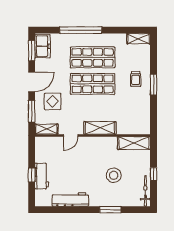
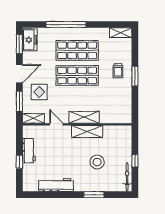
door: (71, 135) -> (56, 124), swing flipped
shelving: (134, 143) -> (87, 132), moved
workbench: (42, 176) -> (29, 151), moved

